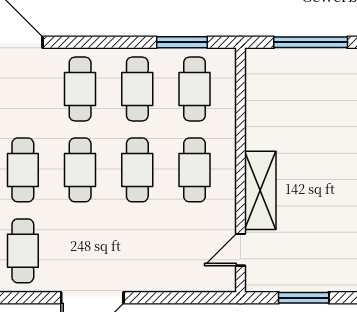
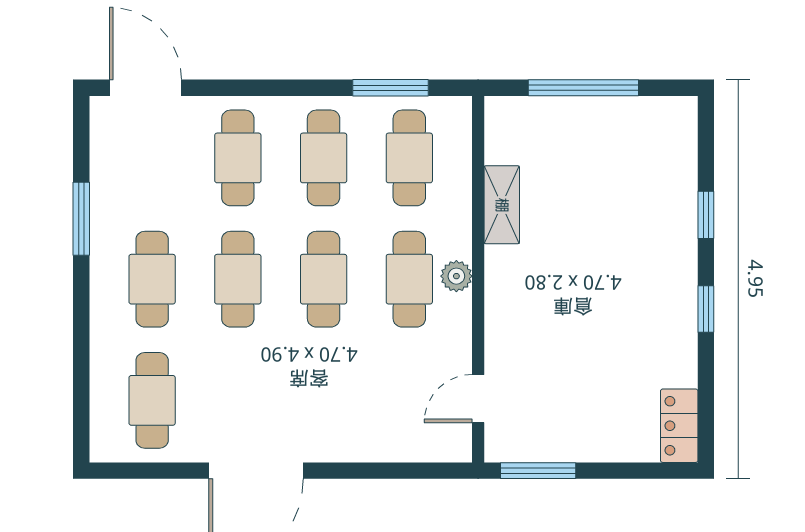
plant: (226, 168) -> (456, 276), added
shelving: (260, 190) -> (502, 205), moved, width x0.67, depth x0.75
window: (304, 298) -> (538, 471), moved

